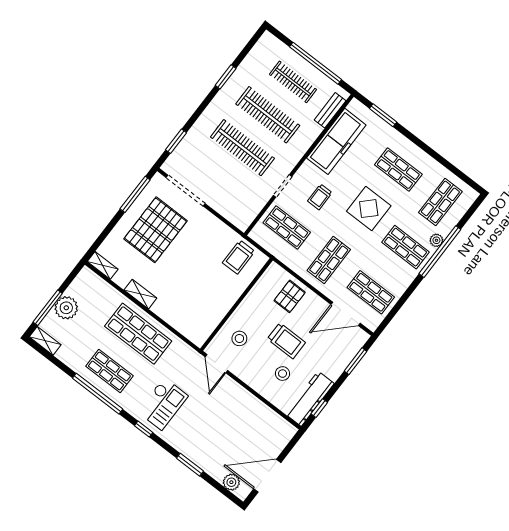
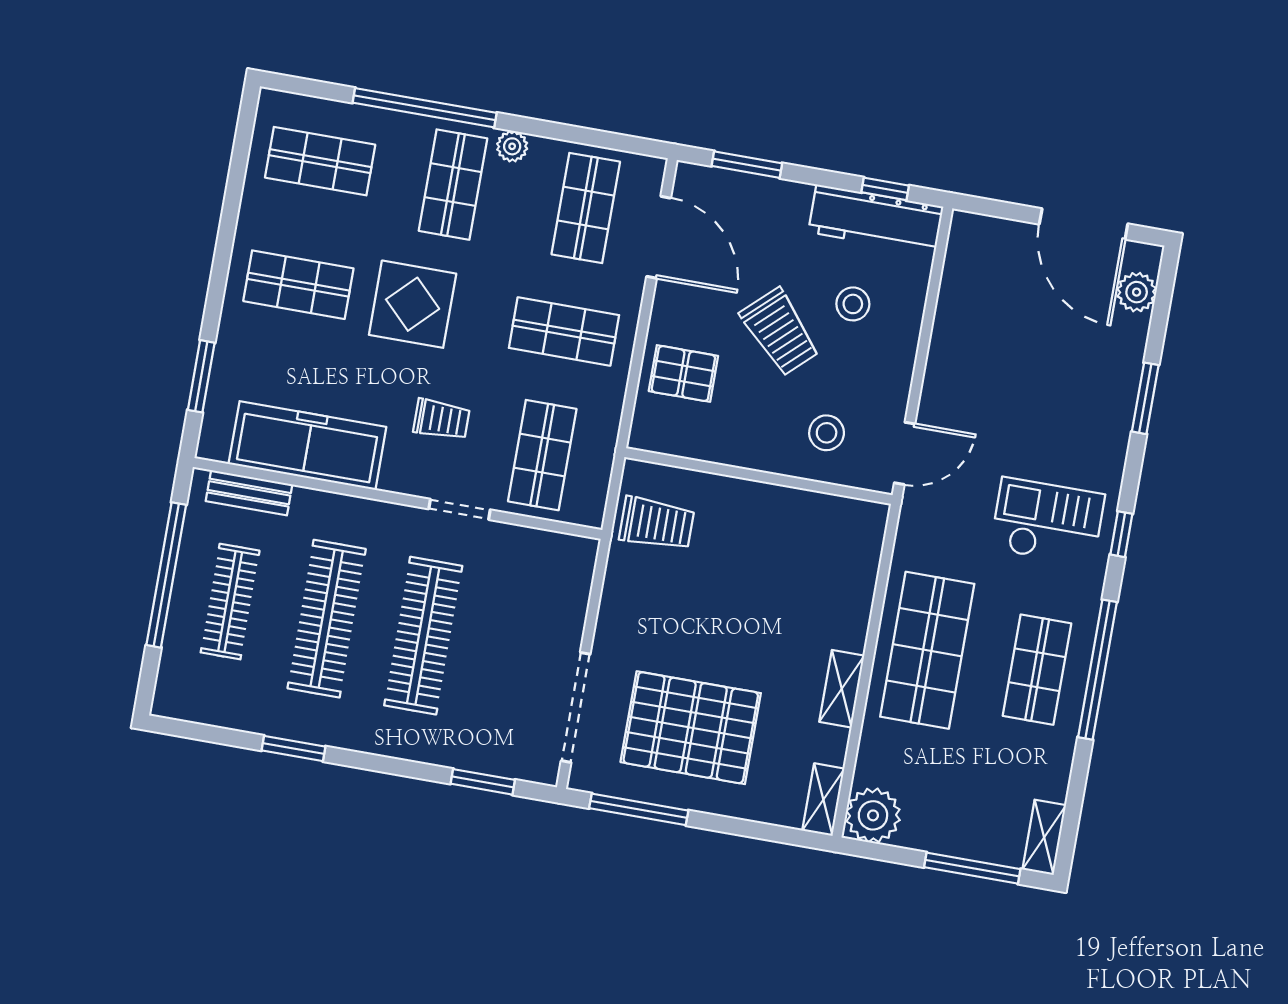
shop shelf: (398, 170) -> (298, 285), turned 90
plant: (436, 240) -> (512, 146), moved
plant: (66, 308) -> (873, 815), moved
trolley: (286, 341) -> (780, 332), turned 137

